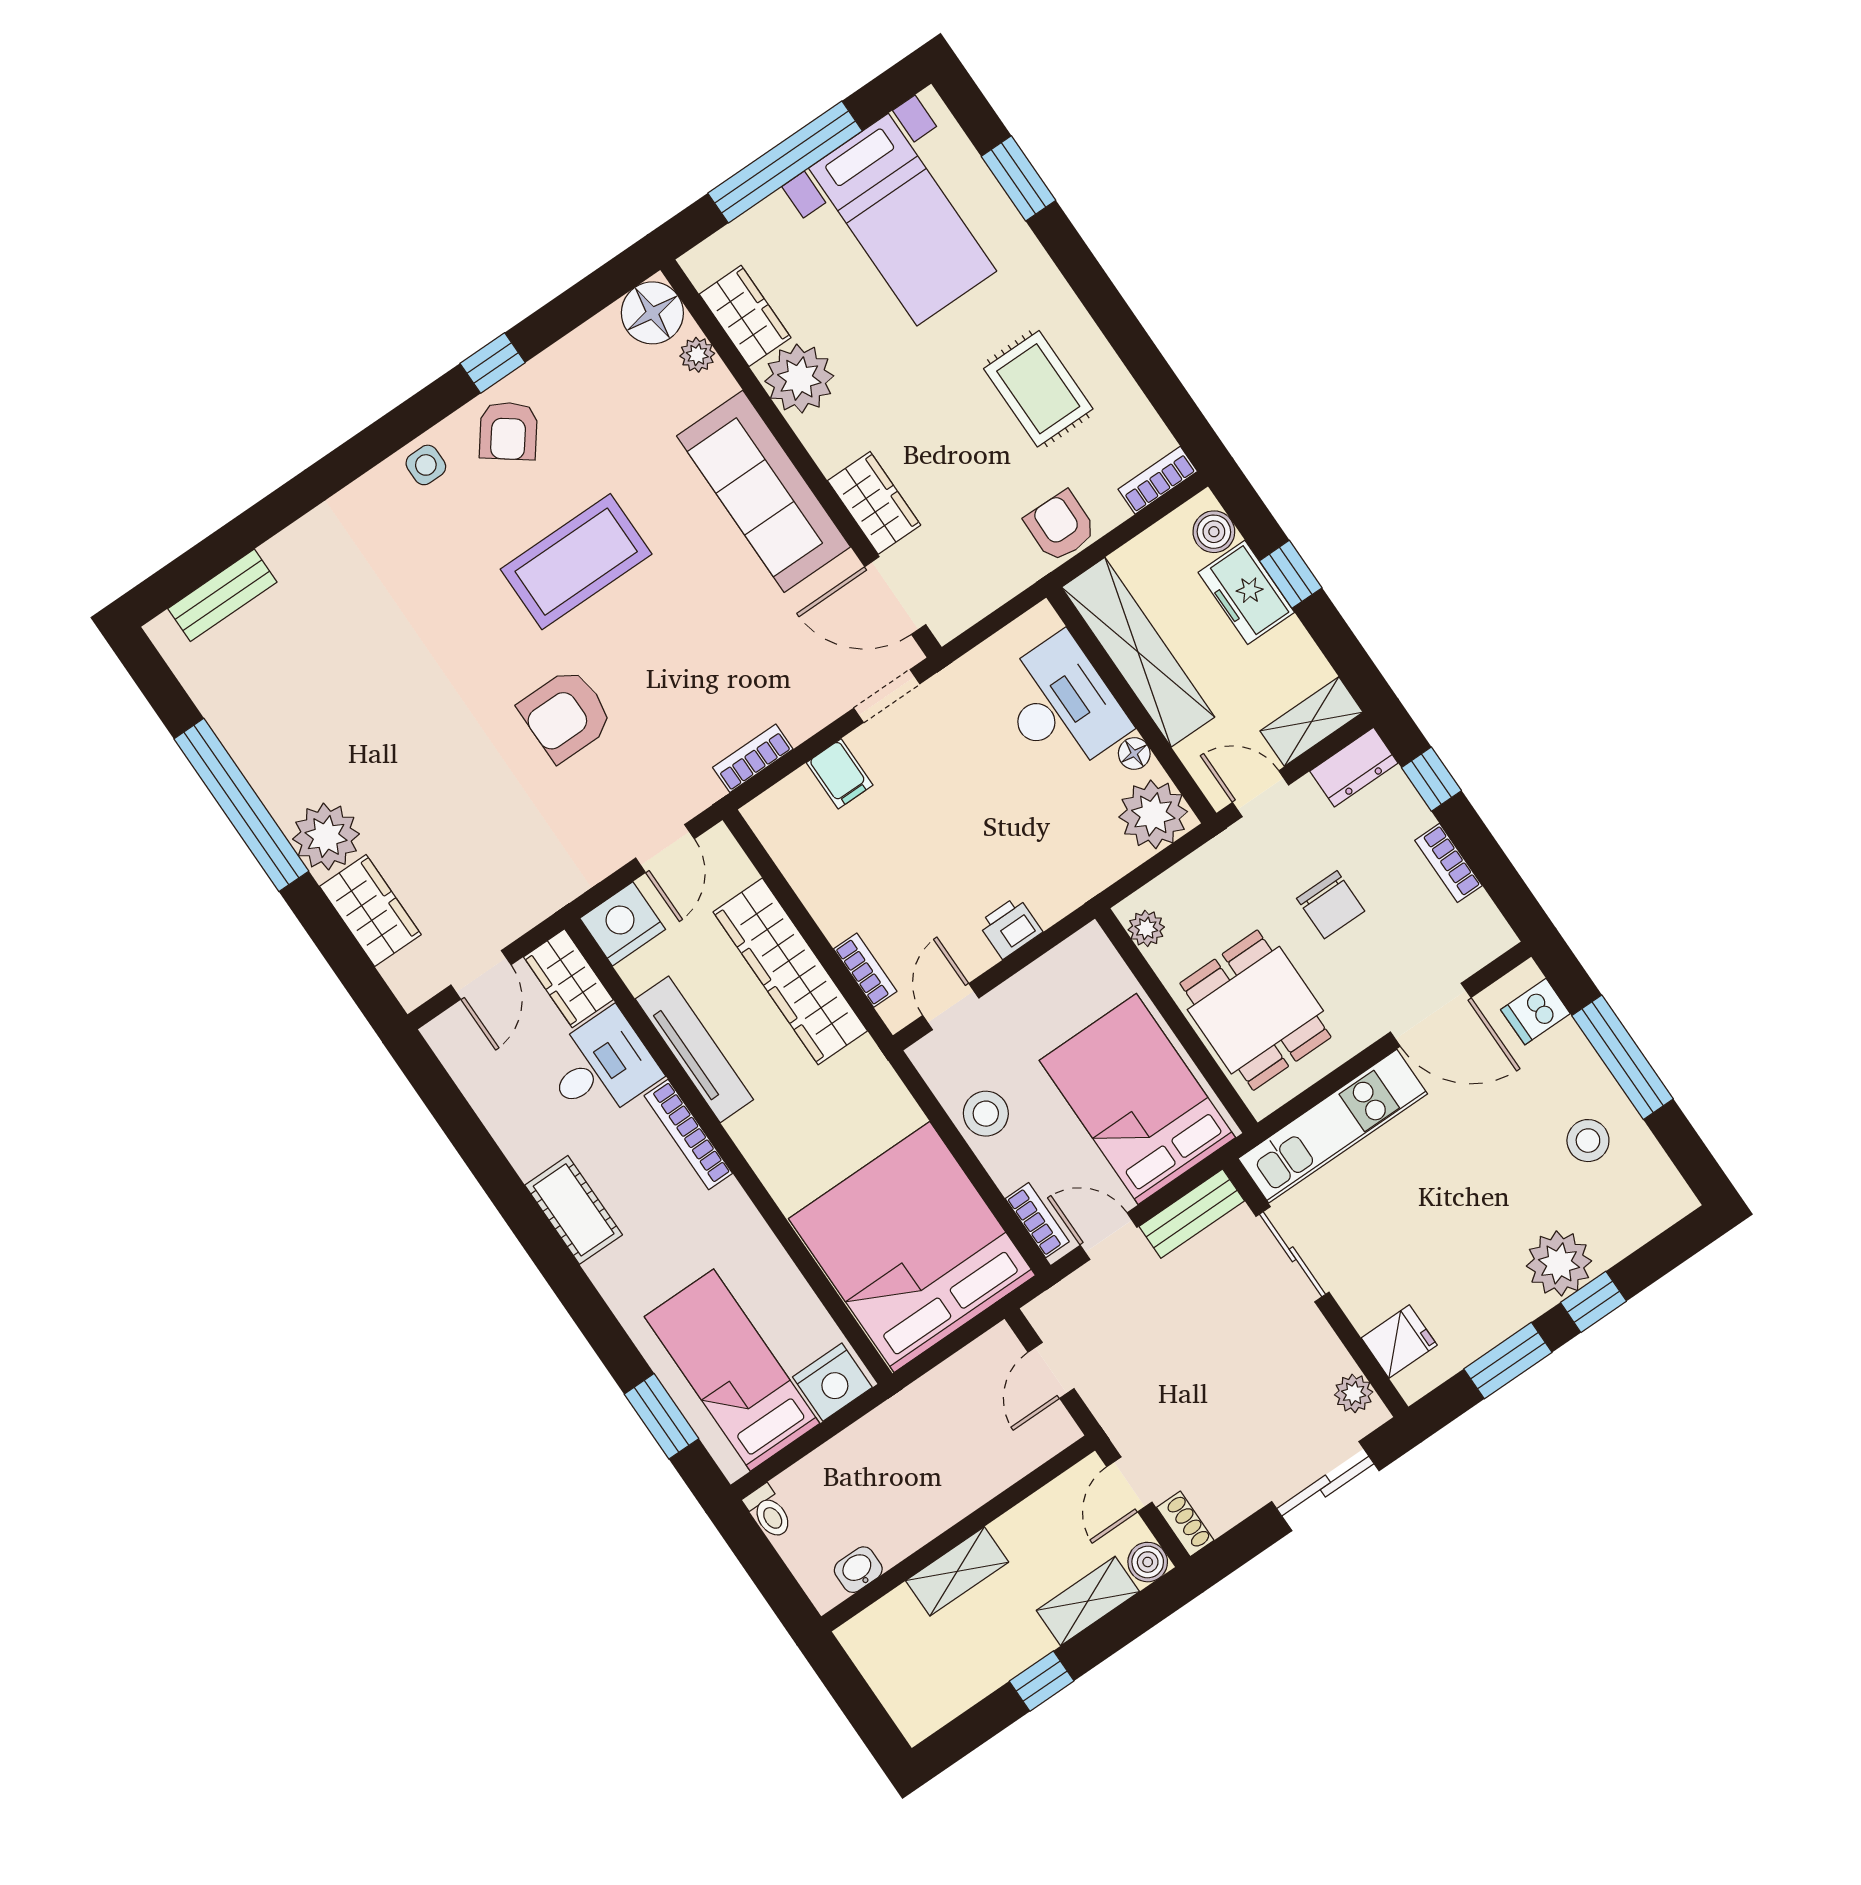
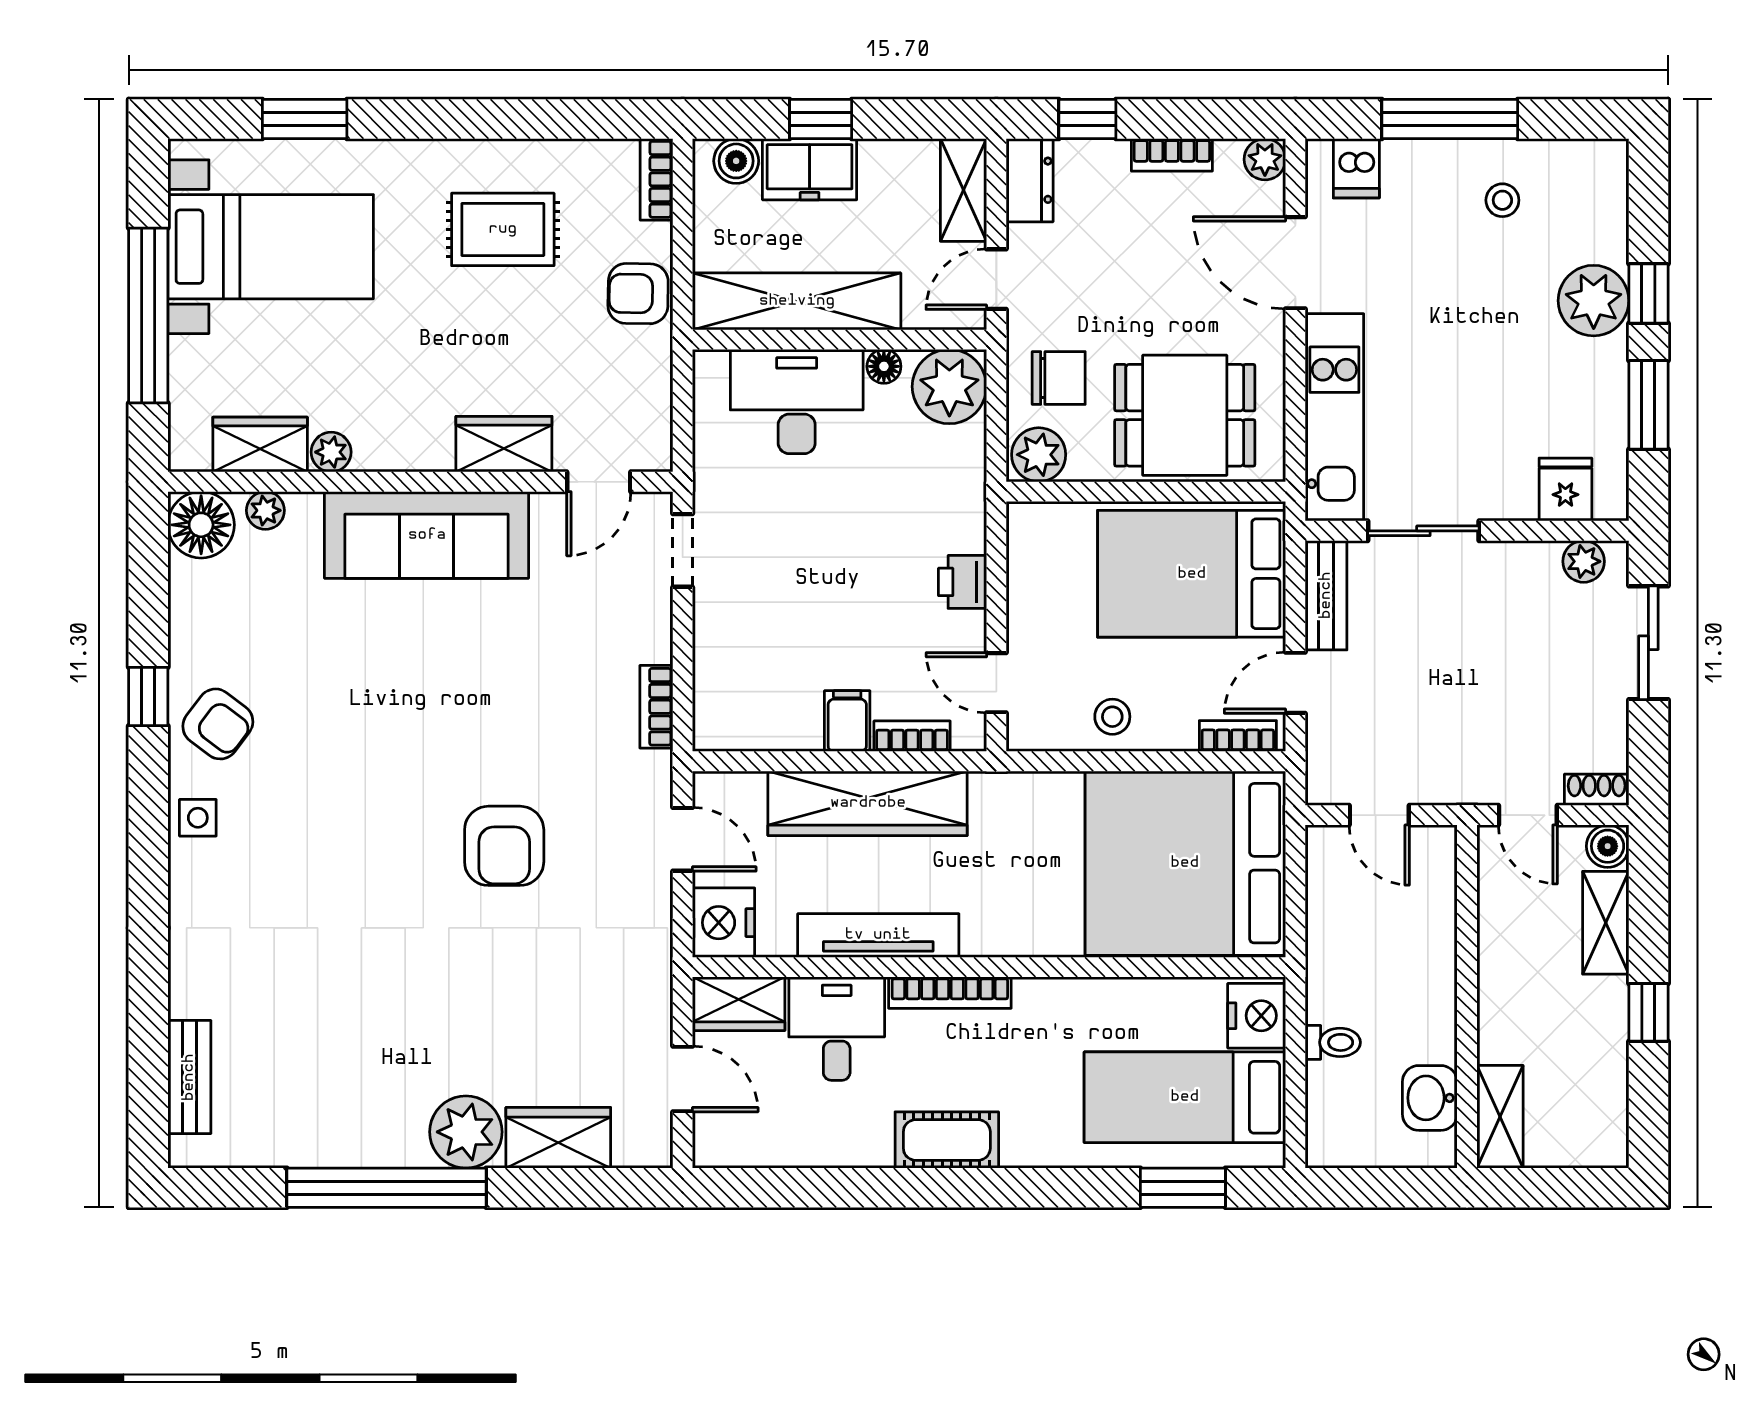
plant: (799, 379) -> (331, 452), width x0.53, depth x0.53
coffee table: (576, 562) -> (375, 744), removed
door: (895, 596) -> (599, 482), width x0.73
filing cabinet: (840, 774) -> (847, 721), moved, turned -90
chair: (1331, 905) -> (1059, 378), moved
plant: (1146, 928) -> (1039, 455), width x1.38, depth x1.38
plant: (1494, 937) -> (1265, 159), added
door: (1431, 1015) -> (1295, 263), swing flipped
stool: (986, 1114) -> (1112, 717), width x0.73, depth x0.73
stool: (1588, 1141) -> (1502, 200), width x0.73, depth x0.73
toilet: (769, 1512) -> (1333, 1042), moved
washbasin: (858, 1570) -> (1430, 1098), width x1.38, depth x1.45
shelving: (957, 1571) -> (1500, 1117), moved

